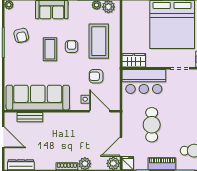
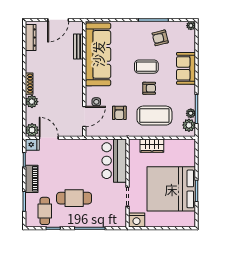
wardrobe: (134, 60) -> (152, 146), moved, turned 90
armchair: (96, 76) -> (119, 113), turned 180
cafe table: (152, 125) -> (74, 198), moved

